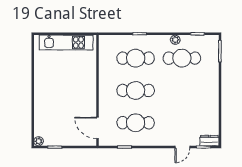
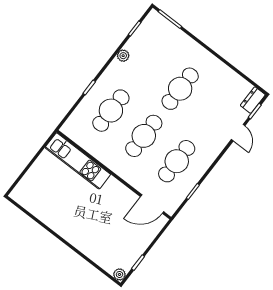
kitchen unit: (66, 43) -> (78, 161), moved, turned 90
cafe table: (182, 58) -> (180, 89), moved

